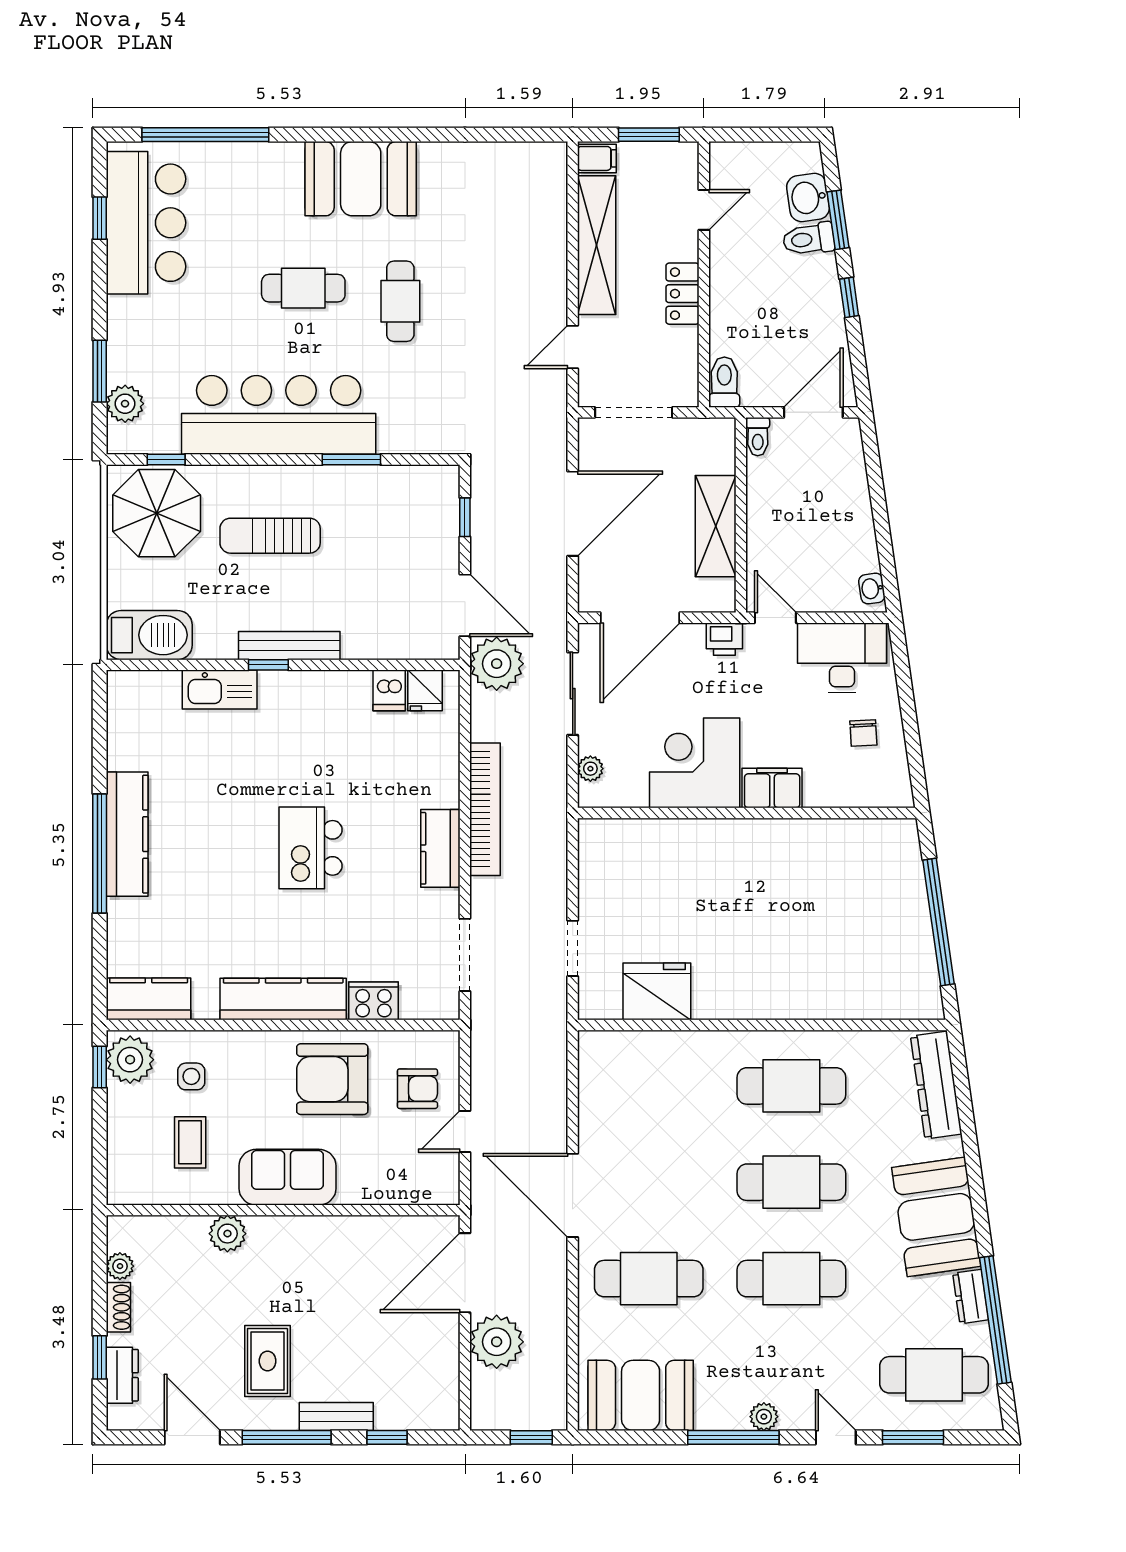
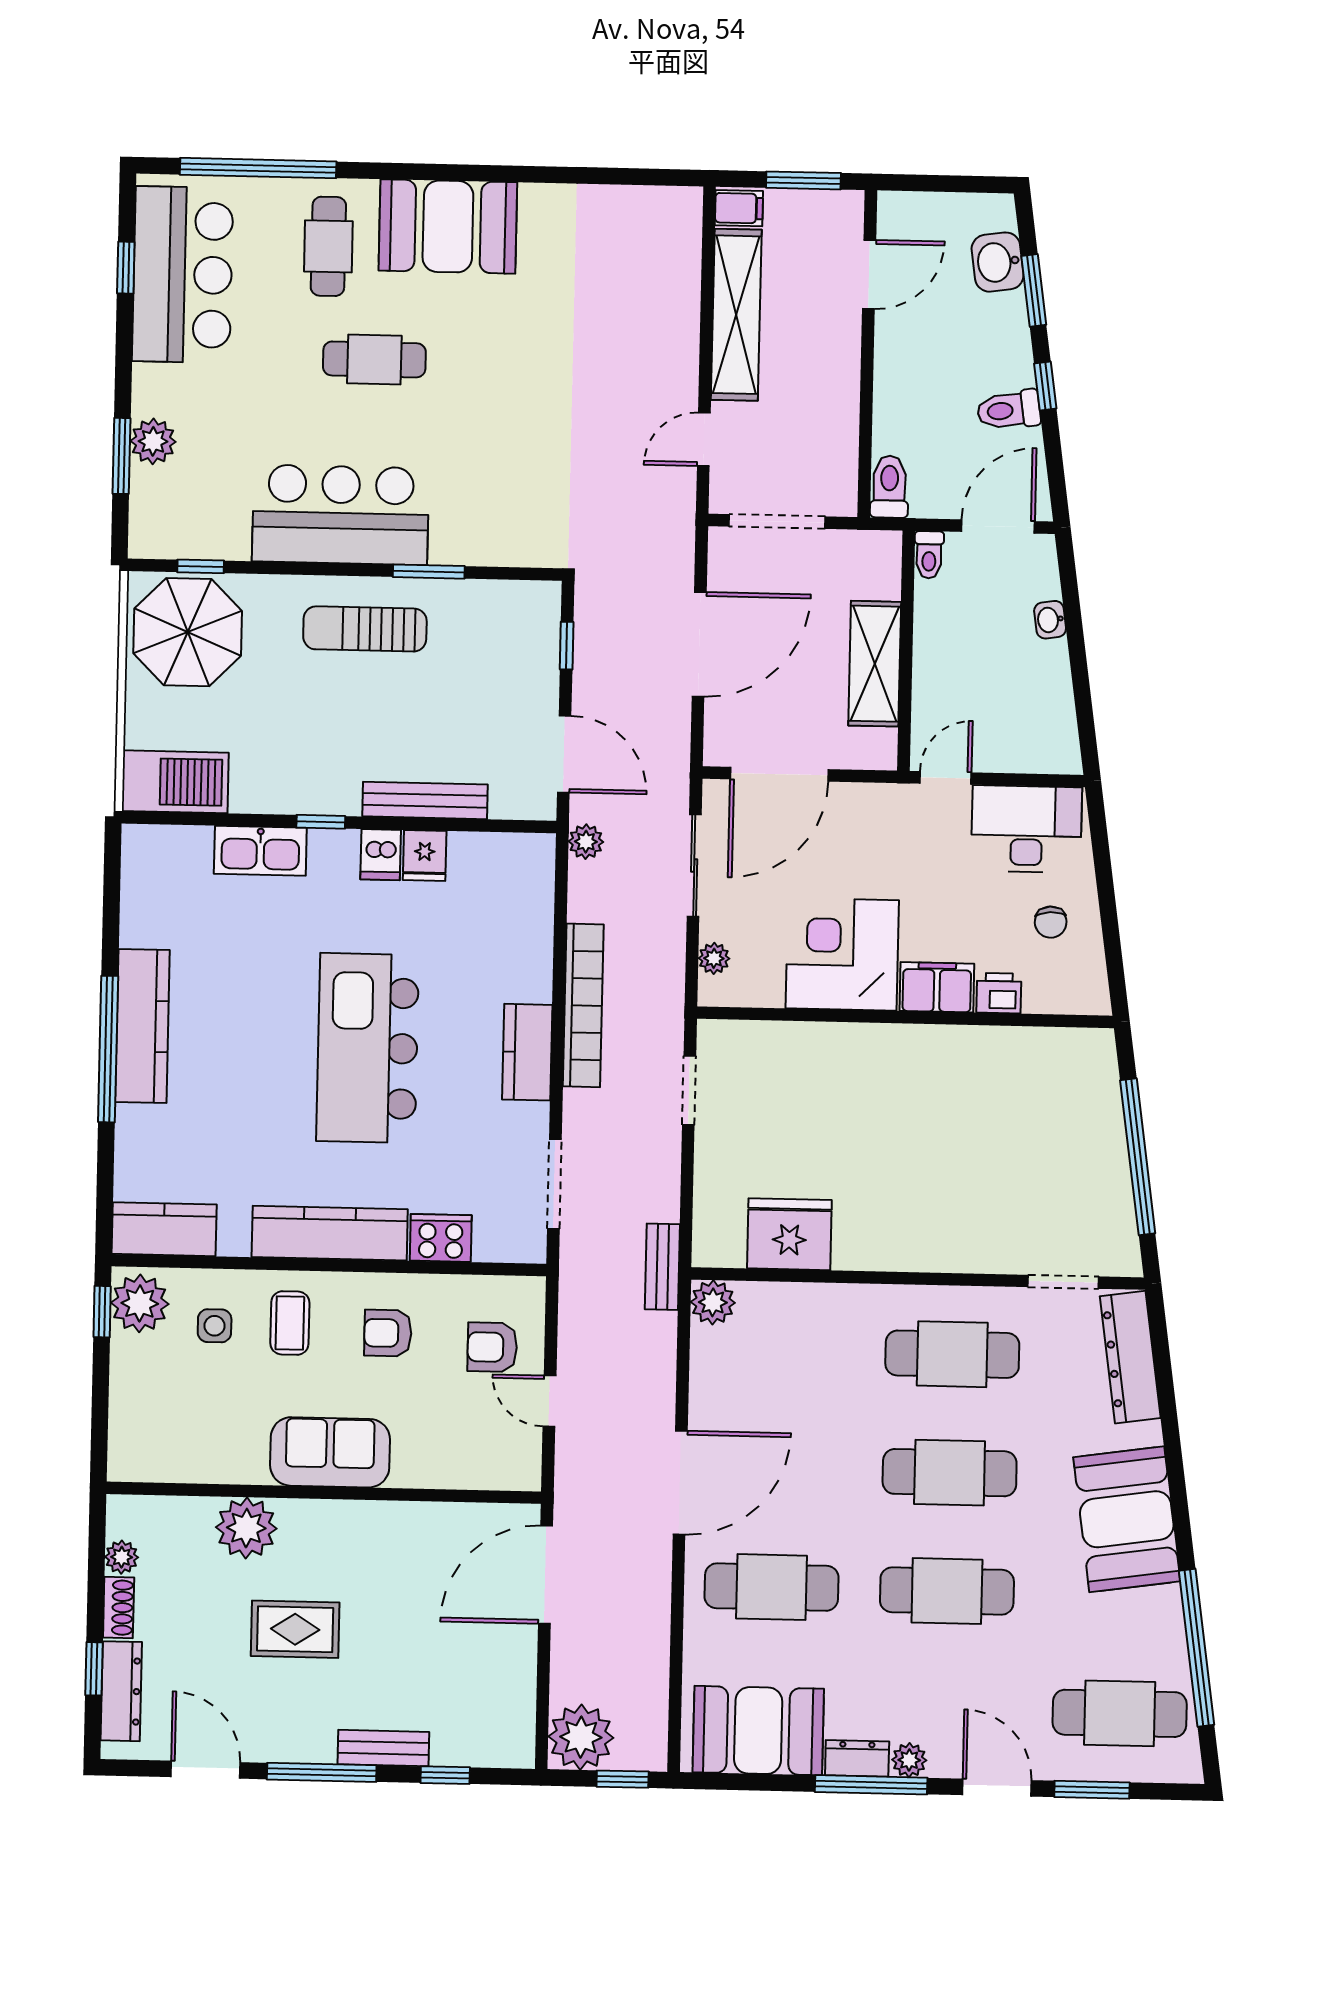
door: (704, 210) -> (869, 274), width x1.37
toilet: (809, 239) -> (1009, 410), moved
locker: (682, 294) -> (840, 377), removed
cafe table: (400, 301) -> (328, 246), moved
plant: (125, 404) -> (153, 441), moved
bar counter: (279, 415) -> (340, 515), width x0.73
sun lounger: (270, 536) -> (365, 629), moved
washbasin: (872, 589) -> (1050, 620), moved
door: (775, 618) -> (946, 778), hinge flipped
printer: (724, 639) -> (999, 993), moved, turned 180
bench: (289, 646) -> (425, 800), moved
plant: (497, 664) -> (586, 842), width x0.53, depth x0.53
dishwasher: (389, 690) -> (381, 855), moved
fridge: (425, 690) -> (425, 855), moved
kitchen island: (311, 848) -> (368, 1048), width x1.87, depth x1.28
doorway: (573, 948) -> (689, 1091), moved
bench: (554, 1020) -> (662, 1267), added
doorway: (880, 1025) -> (1063, 1282), added
plant: (596, 1048) -> (713, 1302), added
armchair: (332, 1079) -> (388, 1333), width x0.53, depth x0.53
armchair: (417, 1089) -> (492, 1347), turned 180
door: (465, 1131) -> (549, 1401), hinge flipped
coffee table: (190, 1142) -> (290, 1323), moved
door: (573, 1195) -> (680, 1483), swing flipped
plant: (227, 1234) -> (246, 1528), width x1.36, depth x1.36
dresser: (971, 1297) -> (857, 1758), moved, turned 98
plant: (497, 1342) -> (581, 1737), moved
rug: (268, 1361) -> (295, 1629), moved, turned 90
dresser: (122, 1375) -> (121, 1691), width x1.44
door: (836, 1437) -> (997, 1788), width x1.38

